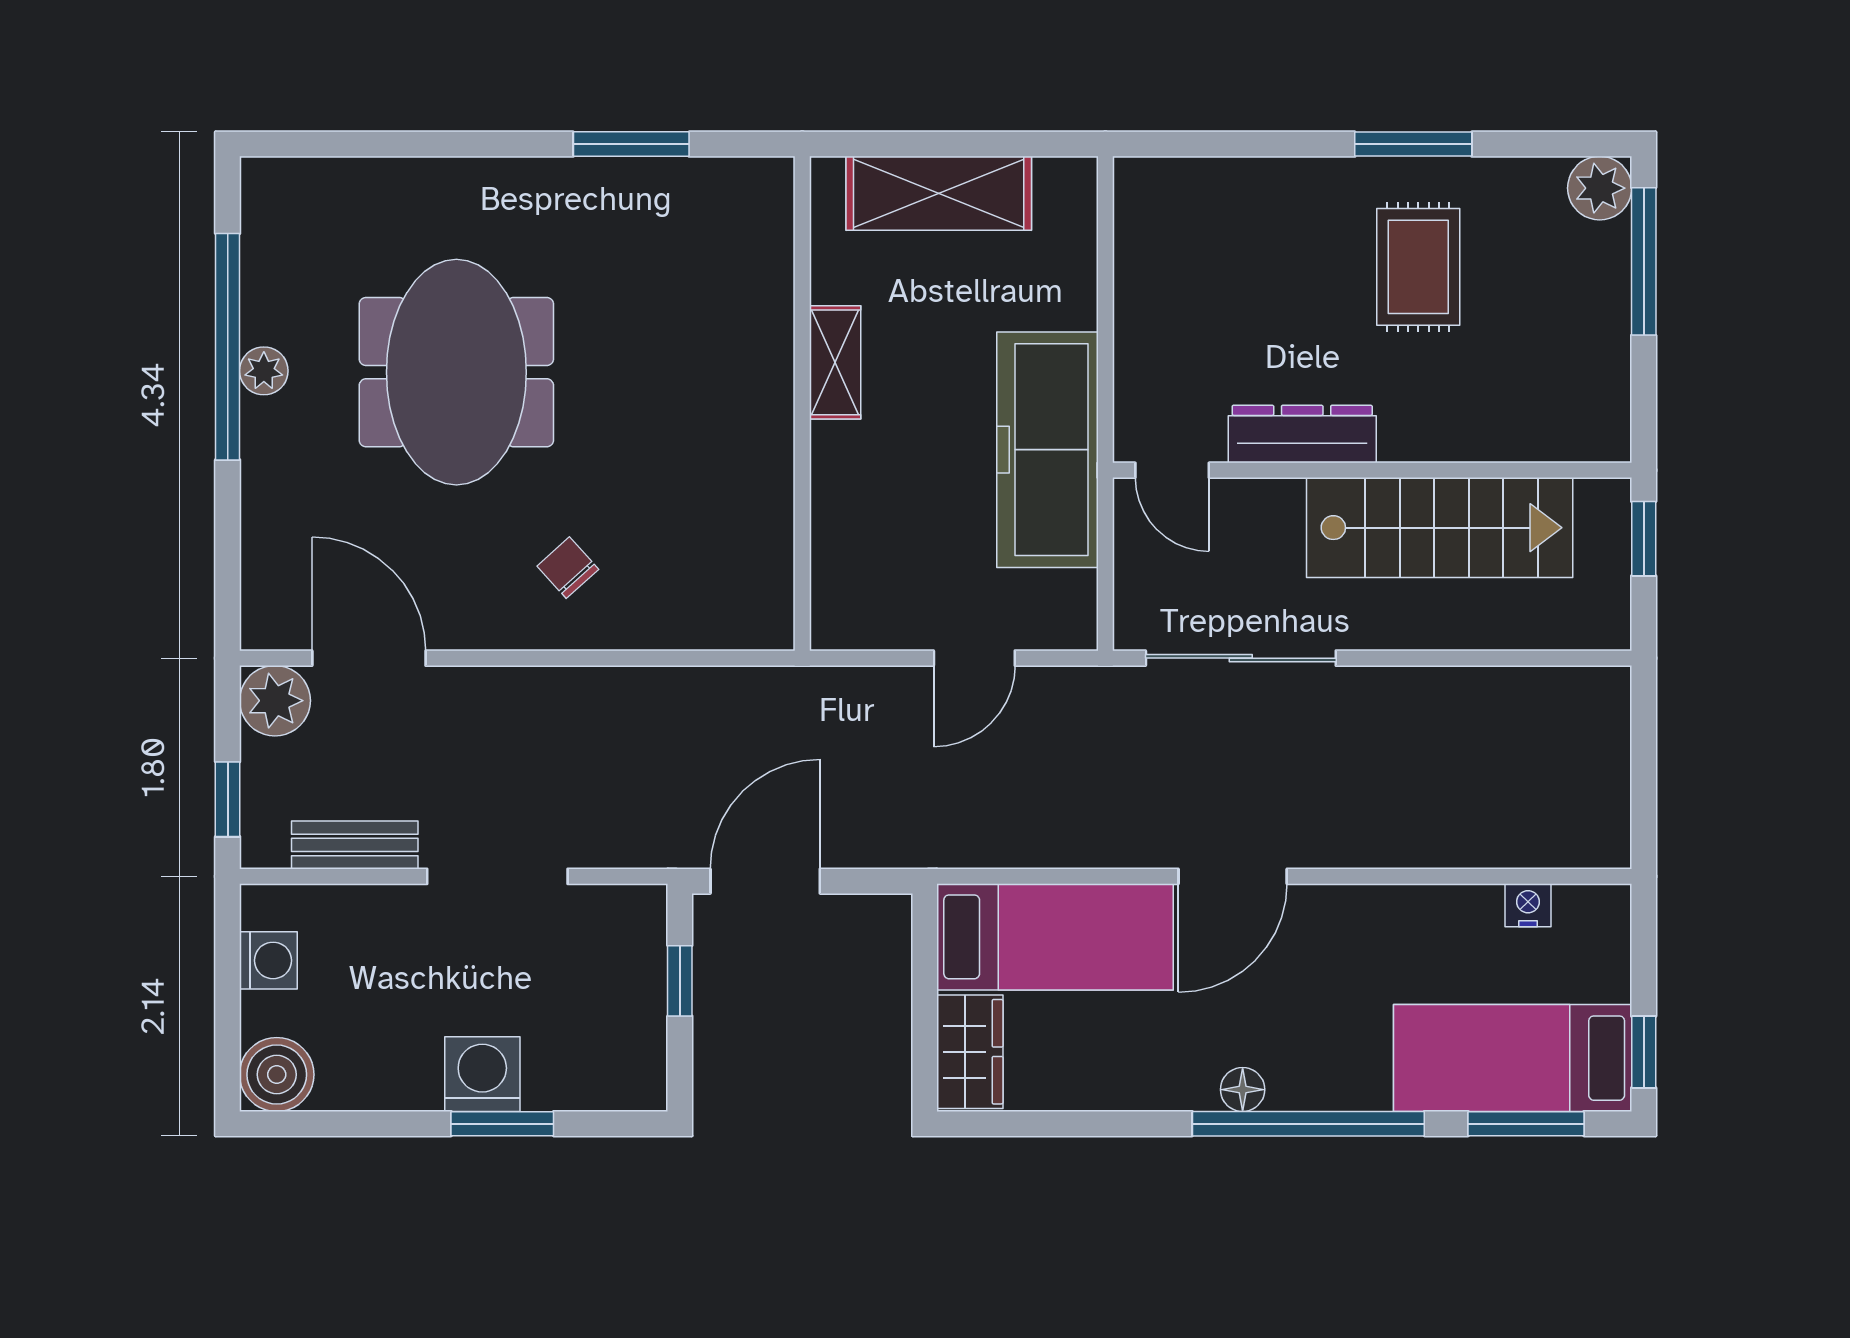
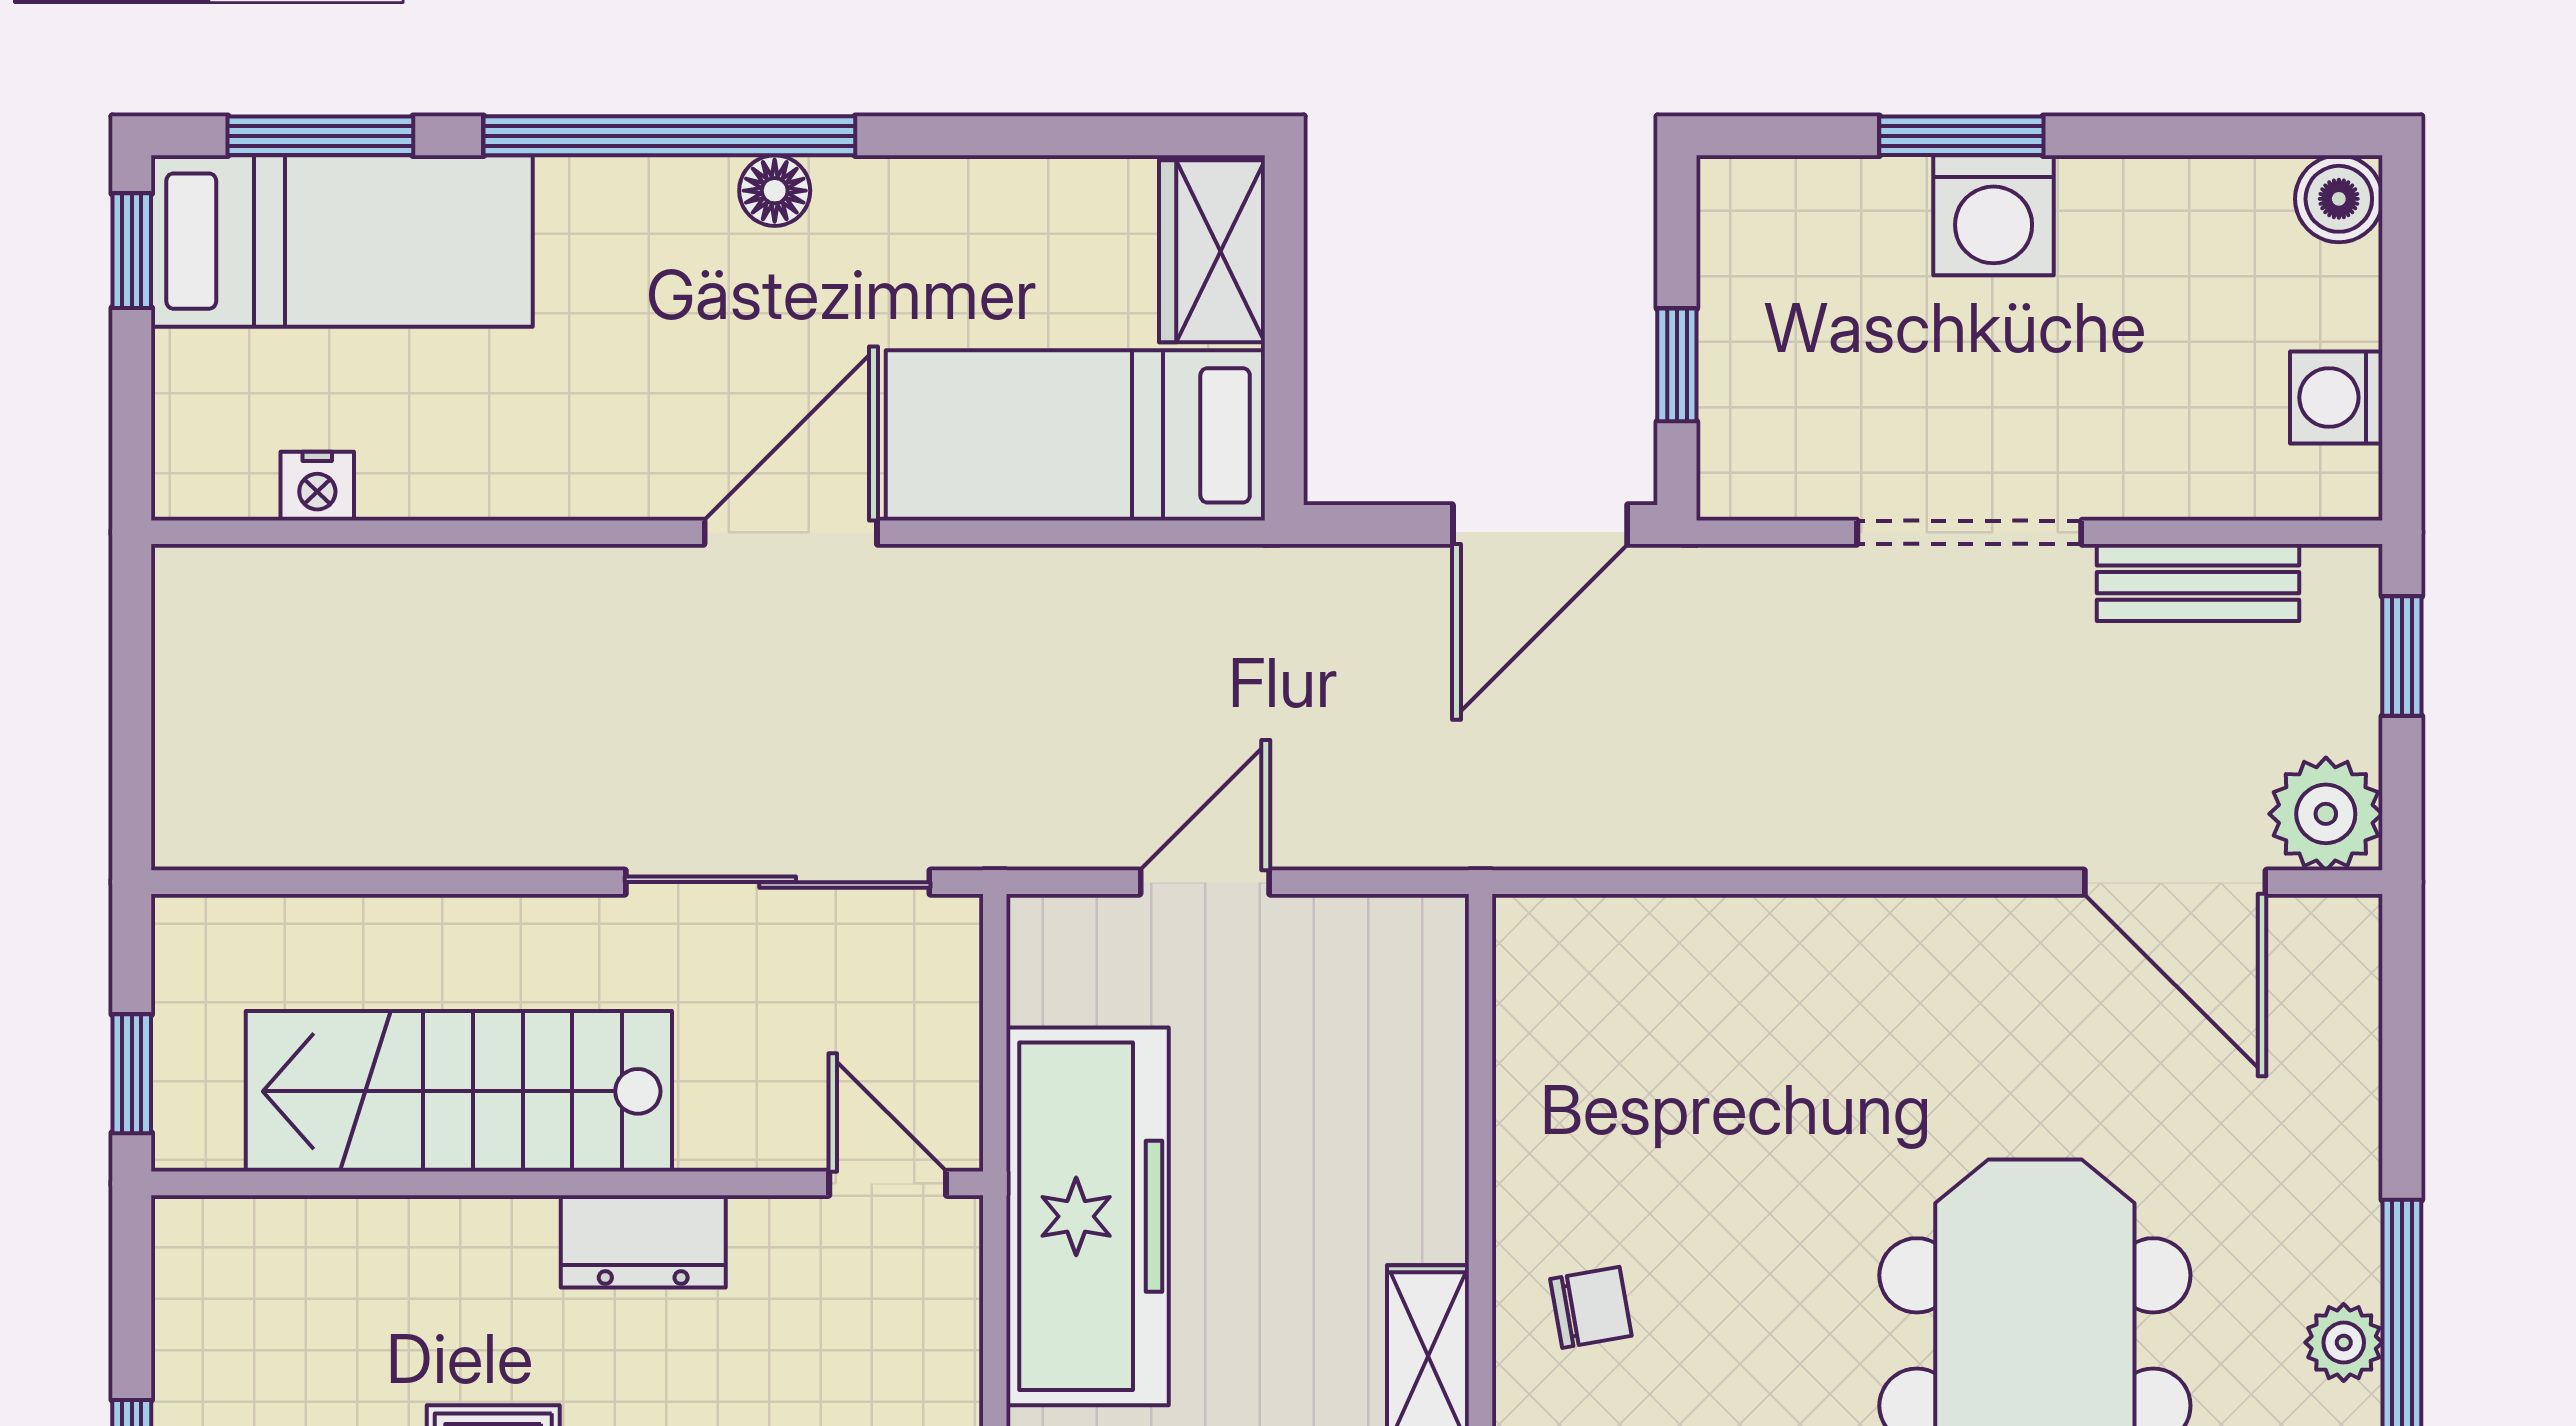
dresser: (1302, 434) -> (643, 1241), width x0.70
chair: (568, 568) -> (1591, 1307), moved, turned -58
boiler: (277, 1075) -> (2339, 199), width x0.73, depth x0.73

